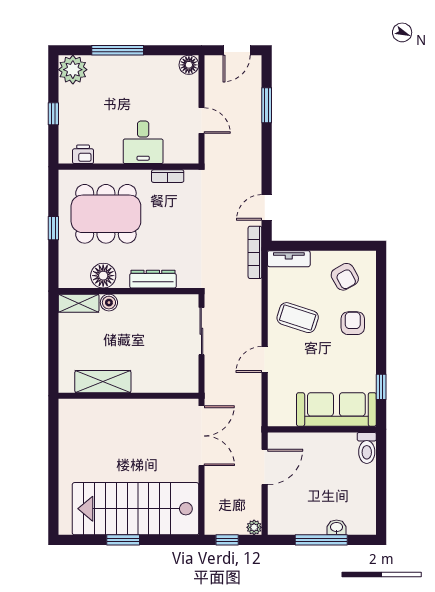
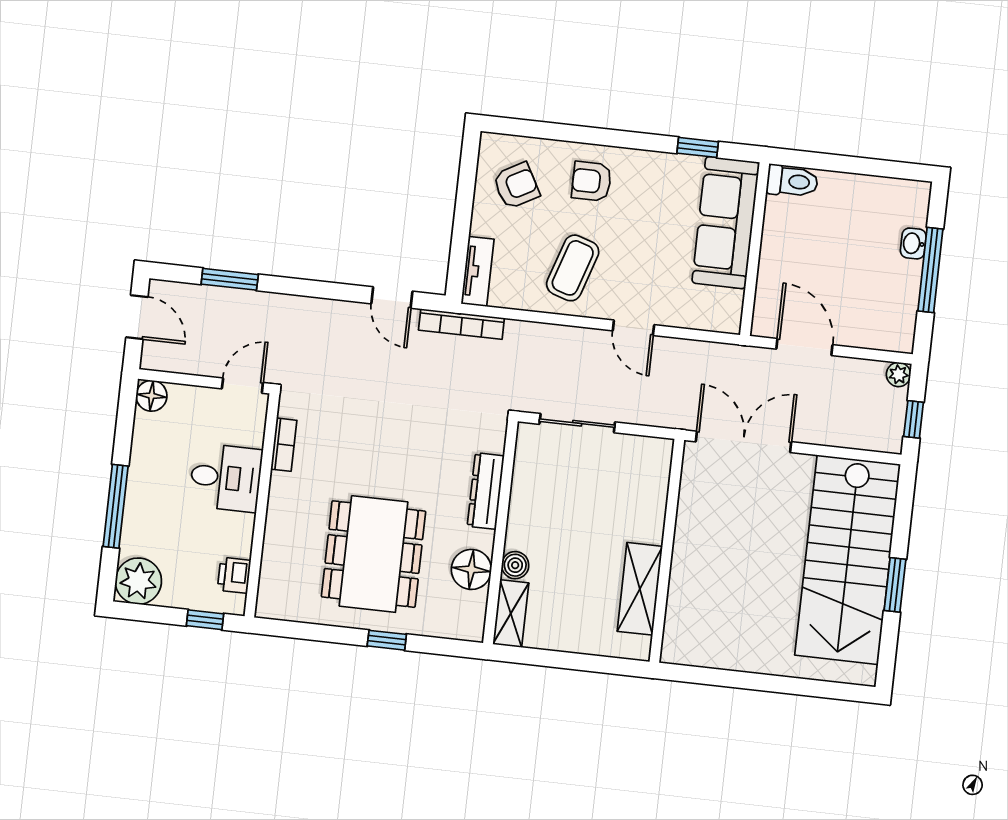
desk: (143, 142) -> (226, 478), moved
printer: (83, 154) -> (234, 575), moved
wall: (128, 167) -> (262, 505), moved
bookcase: (168, 176) -> (284, 445), moved

